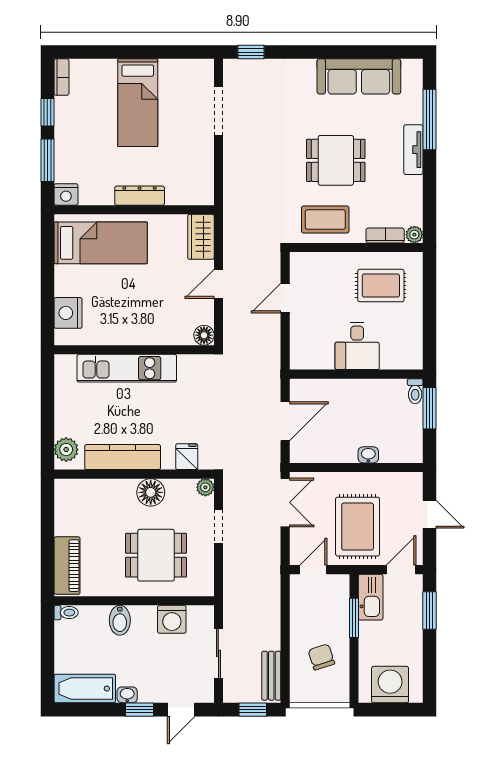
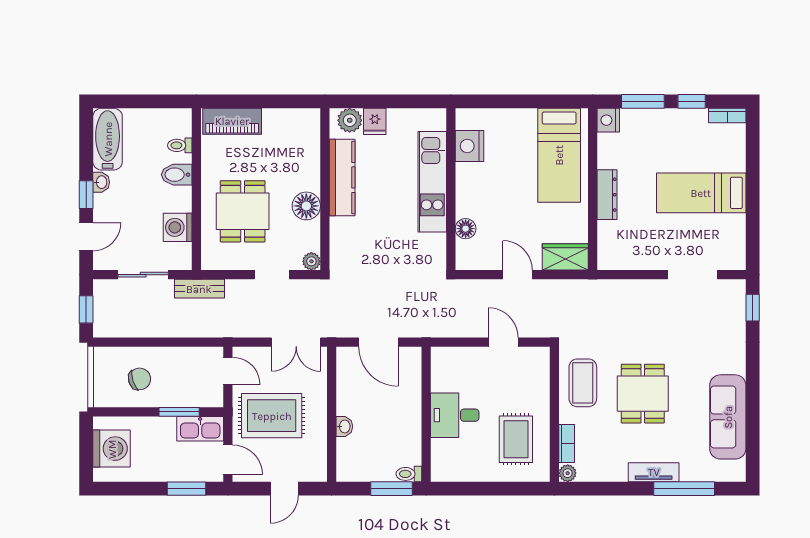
nightstand: (68, 313) -> (469, 146), moved, turned -90
floor lamp: (204, 335) -> (466, 229), moved
fridge: (187, 457) -> (375, 121), moved, turned 90
toilet: (66, 613) -> (180, 145), moved, turned 90
bench: (271, 676) -> (199, 289), moved
door: (181, 710) -> (86, 237), swing flipped

